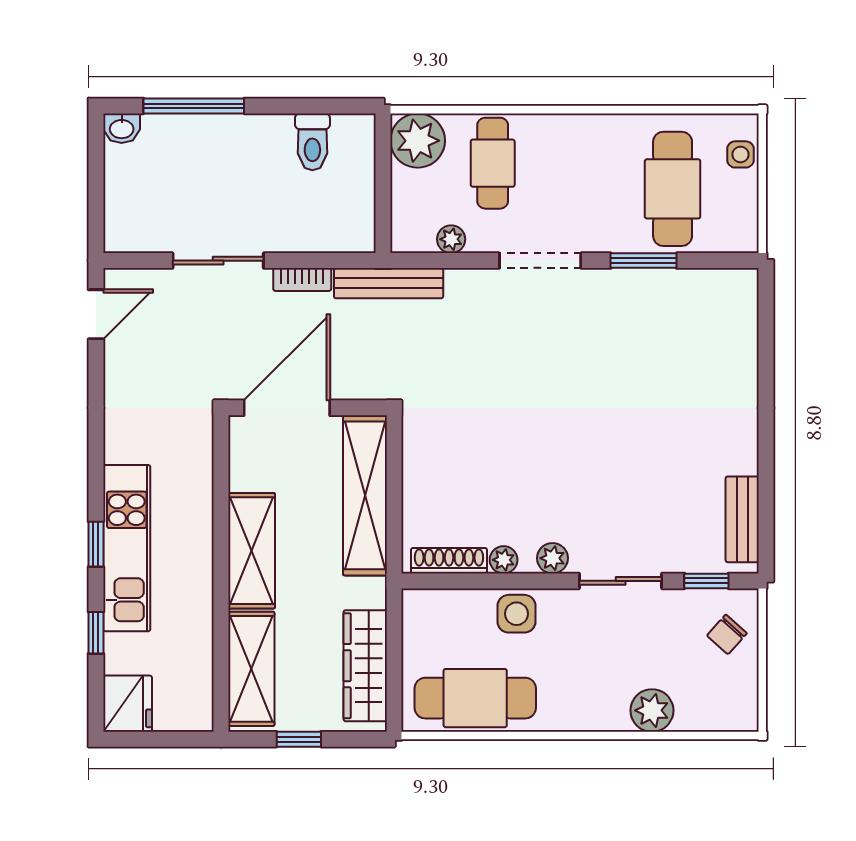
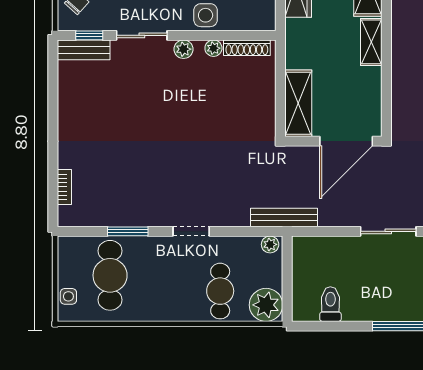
plant: (451, 239) -> (270, 244), moved
doorway: (540, 261) -> (191, 231), width x0.73
bookcase: (302, 280) -> (64, 187), moved, turned 90
shelving: (365, 495) -> (298, 103), width x0.68
bench: (742, 519) -> (84, 50), moved, turned 90
shelving: (252, 551) -> (371, 42), width x0.67, depth x0.75

